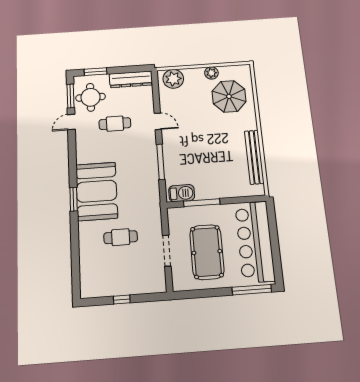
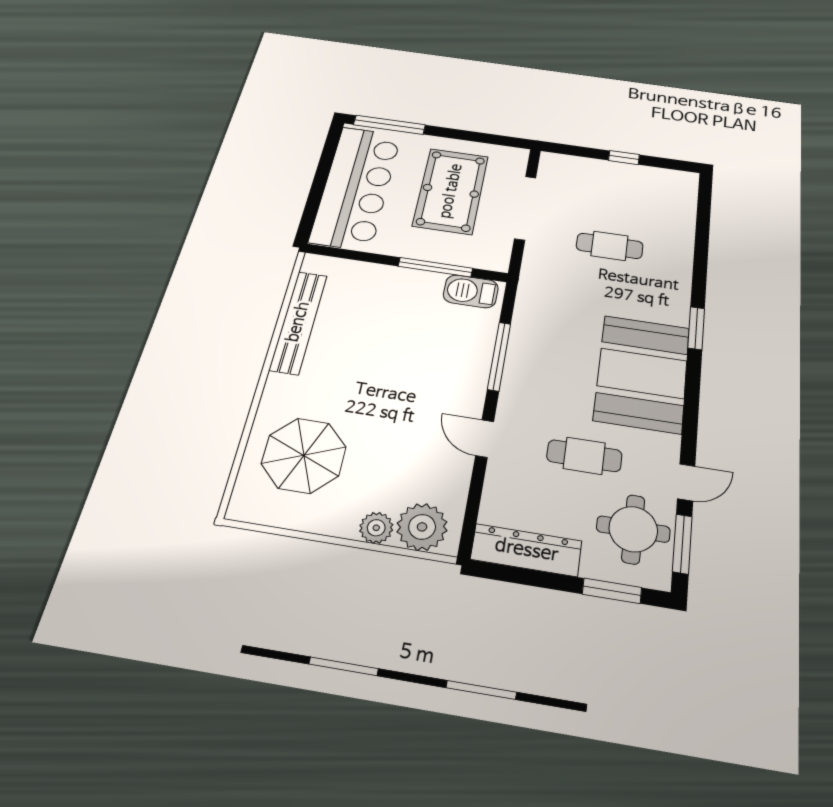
plant: (211, 73) -> (376, 528), moved
booth: (97, 191) -> (642, 373), moved
doorway: (167, 251) -> (525, 208), width x1.36

